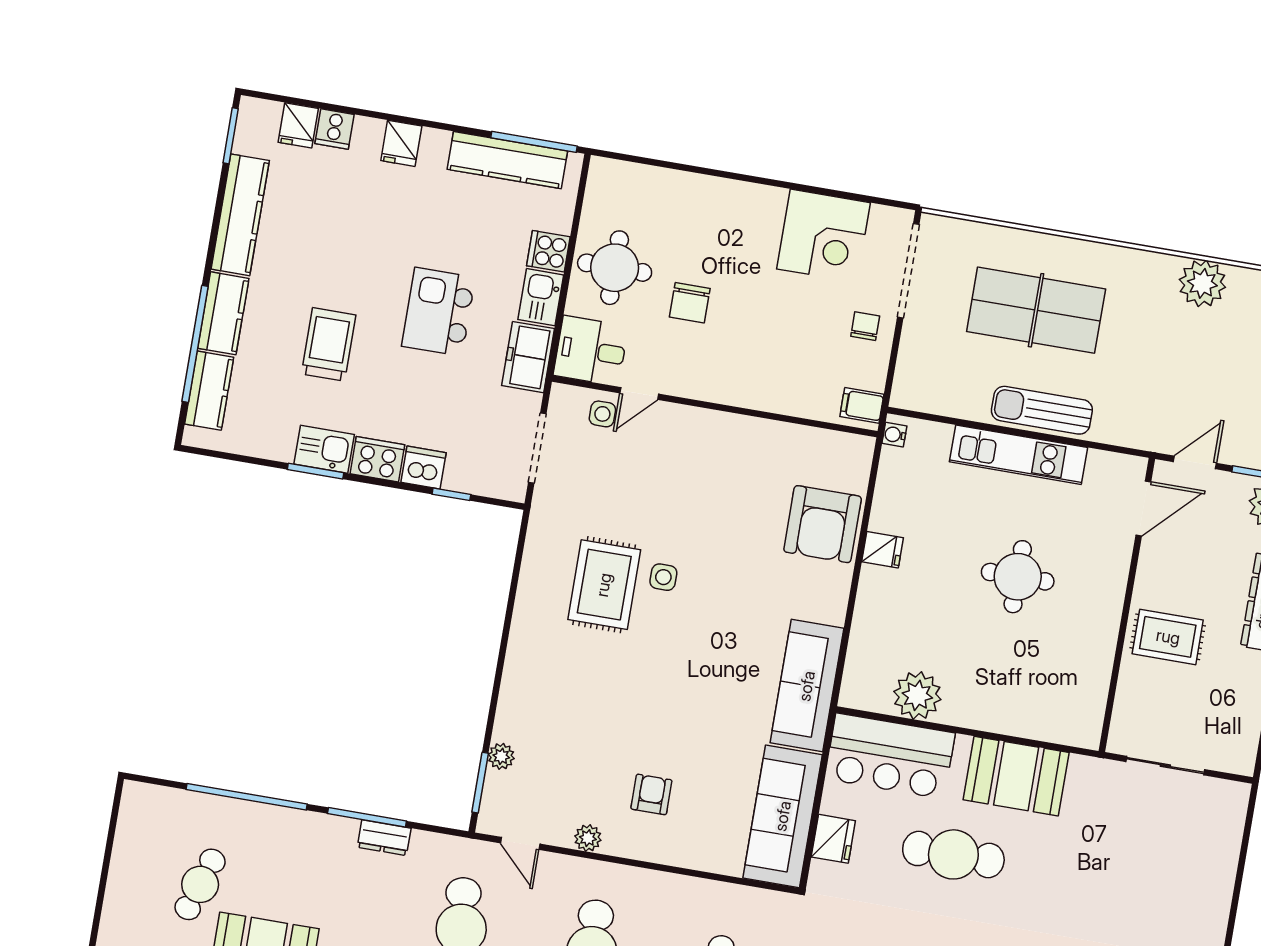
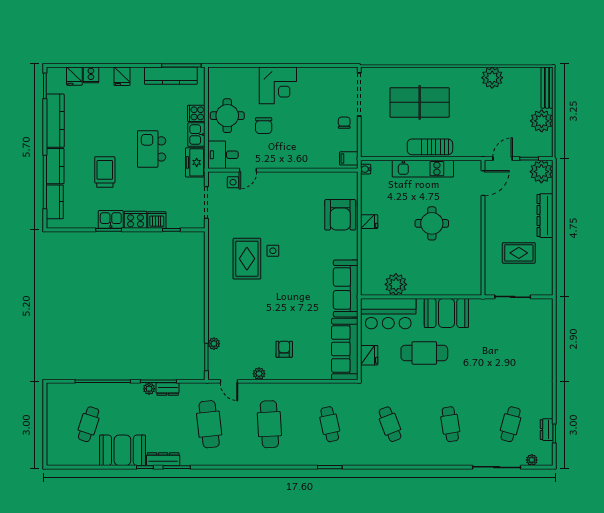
corner desk: (824, 236) -> (278, 85), moved
rug: (1168, 637) -> (519, 253), moved
plant: (344, 830) -> (149, 389), added

